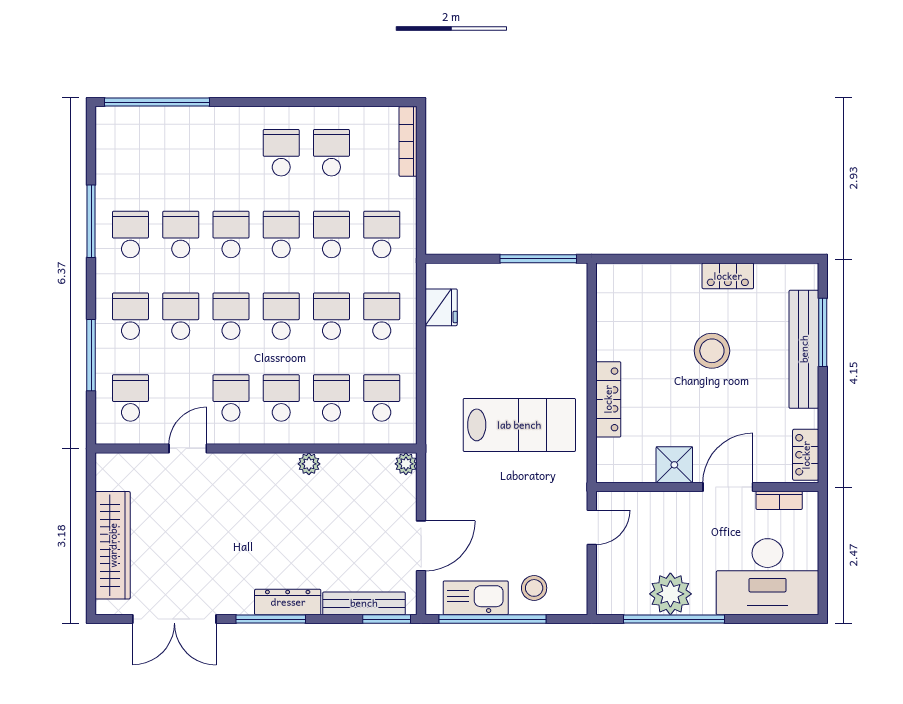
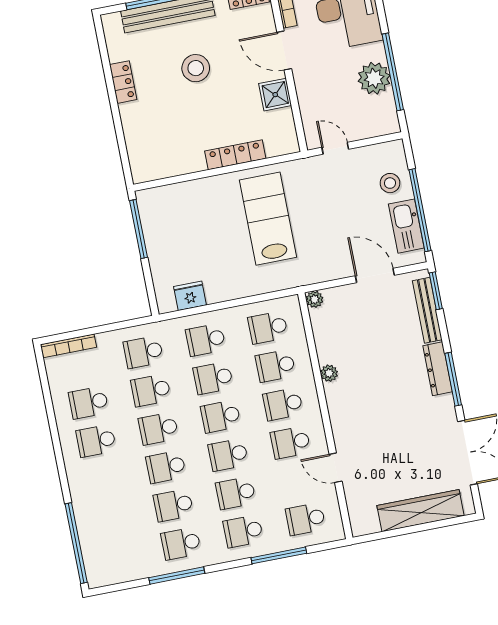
stool: (712, 351) -> (196, 68), moved

